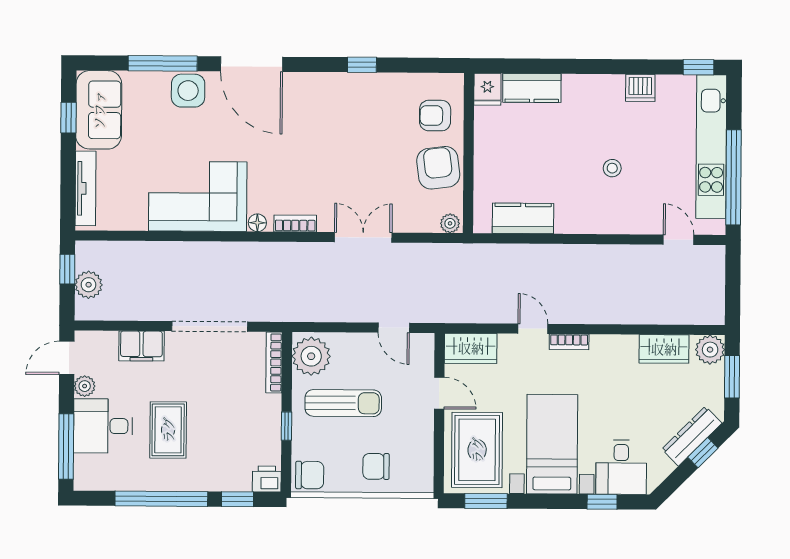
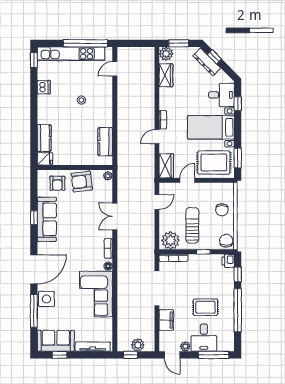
sofa: (358, 92) -> (47, 219), added

